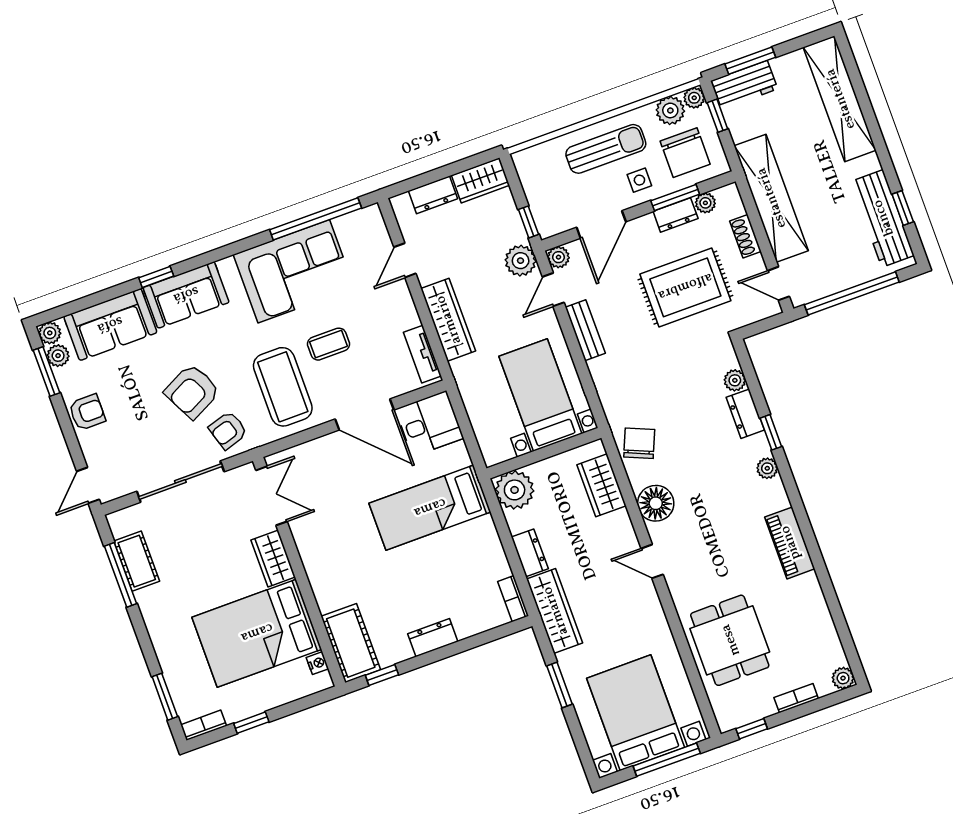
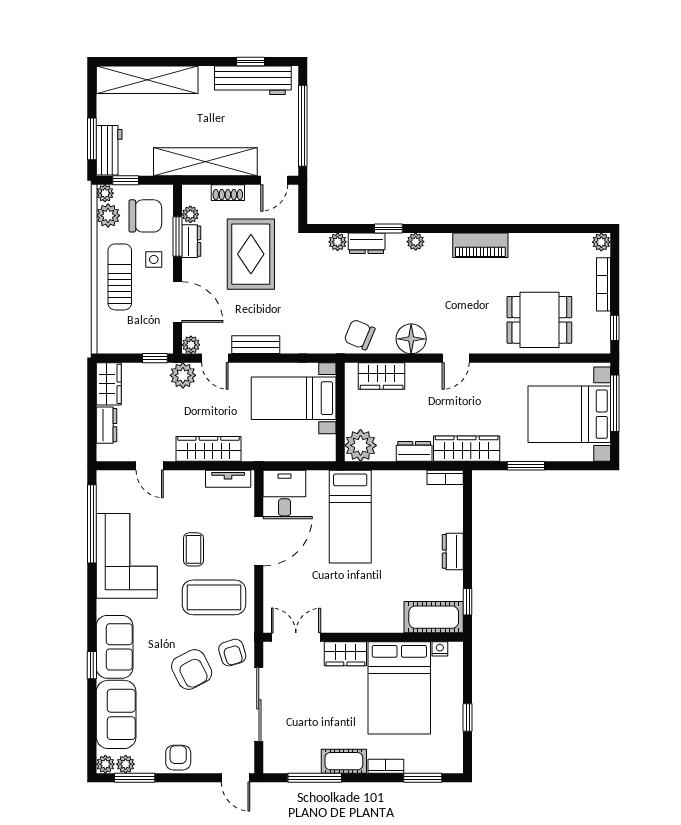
cot: (137, 561) -> (344, 761), moved
bookcase: (796, 698) -> (604, 284), width x1.56
bookcase: (204, 725) -> (386, 766), moved, turned 90

